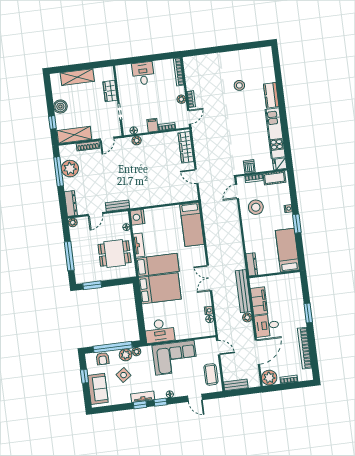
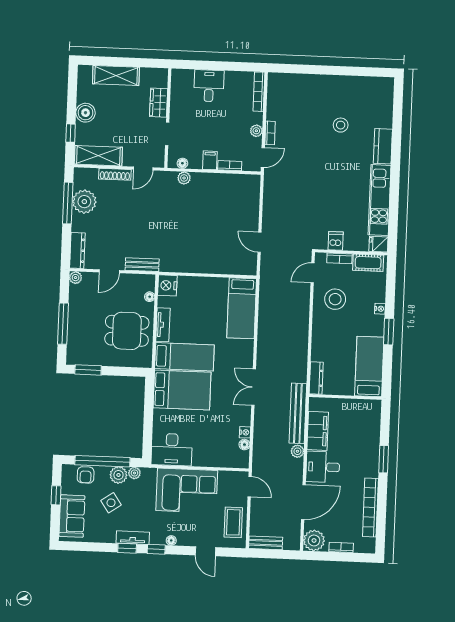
wardrobe: (186, 147) -> (251, 199), removed

